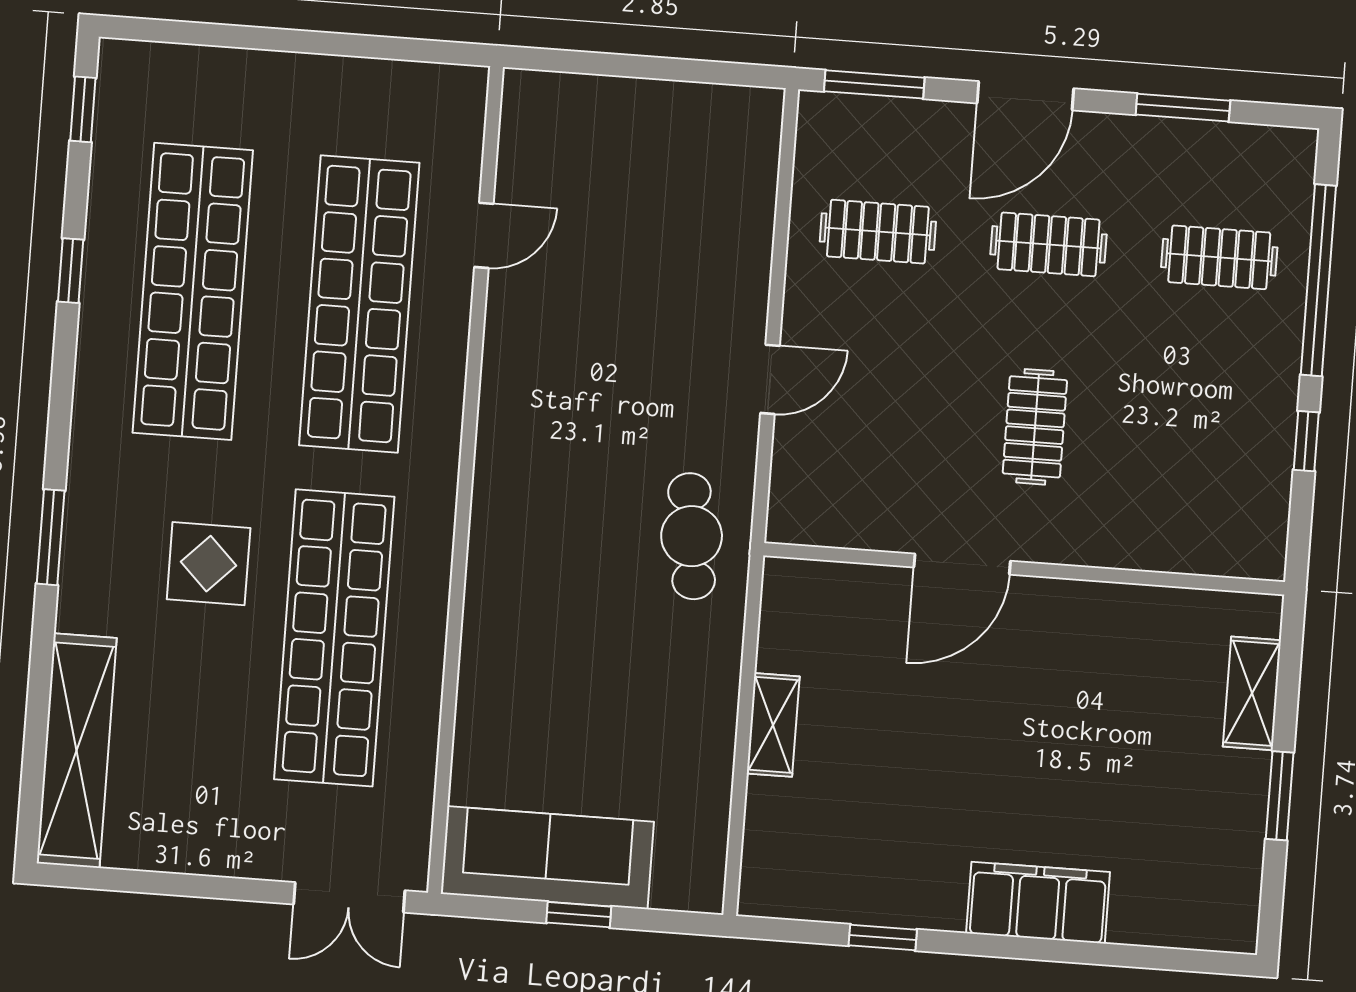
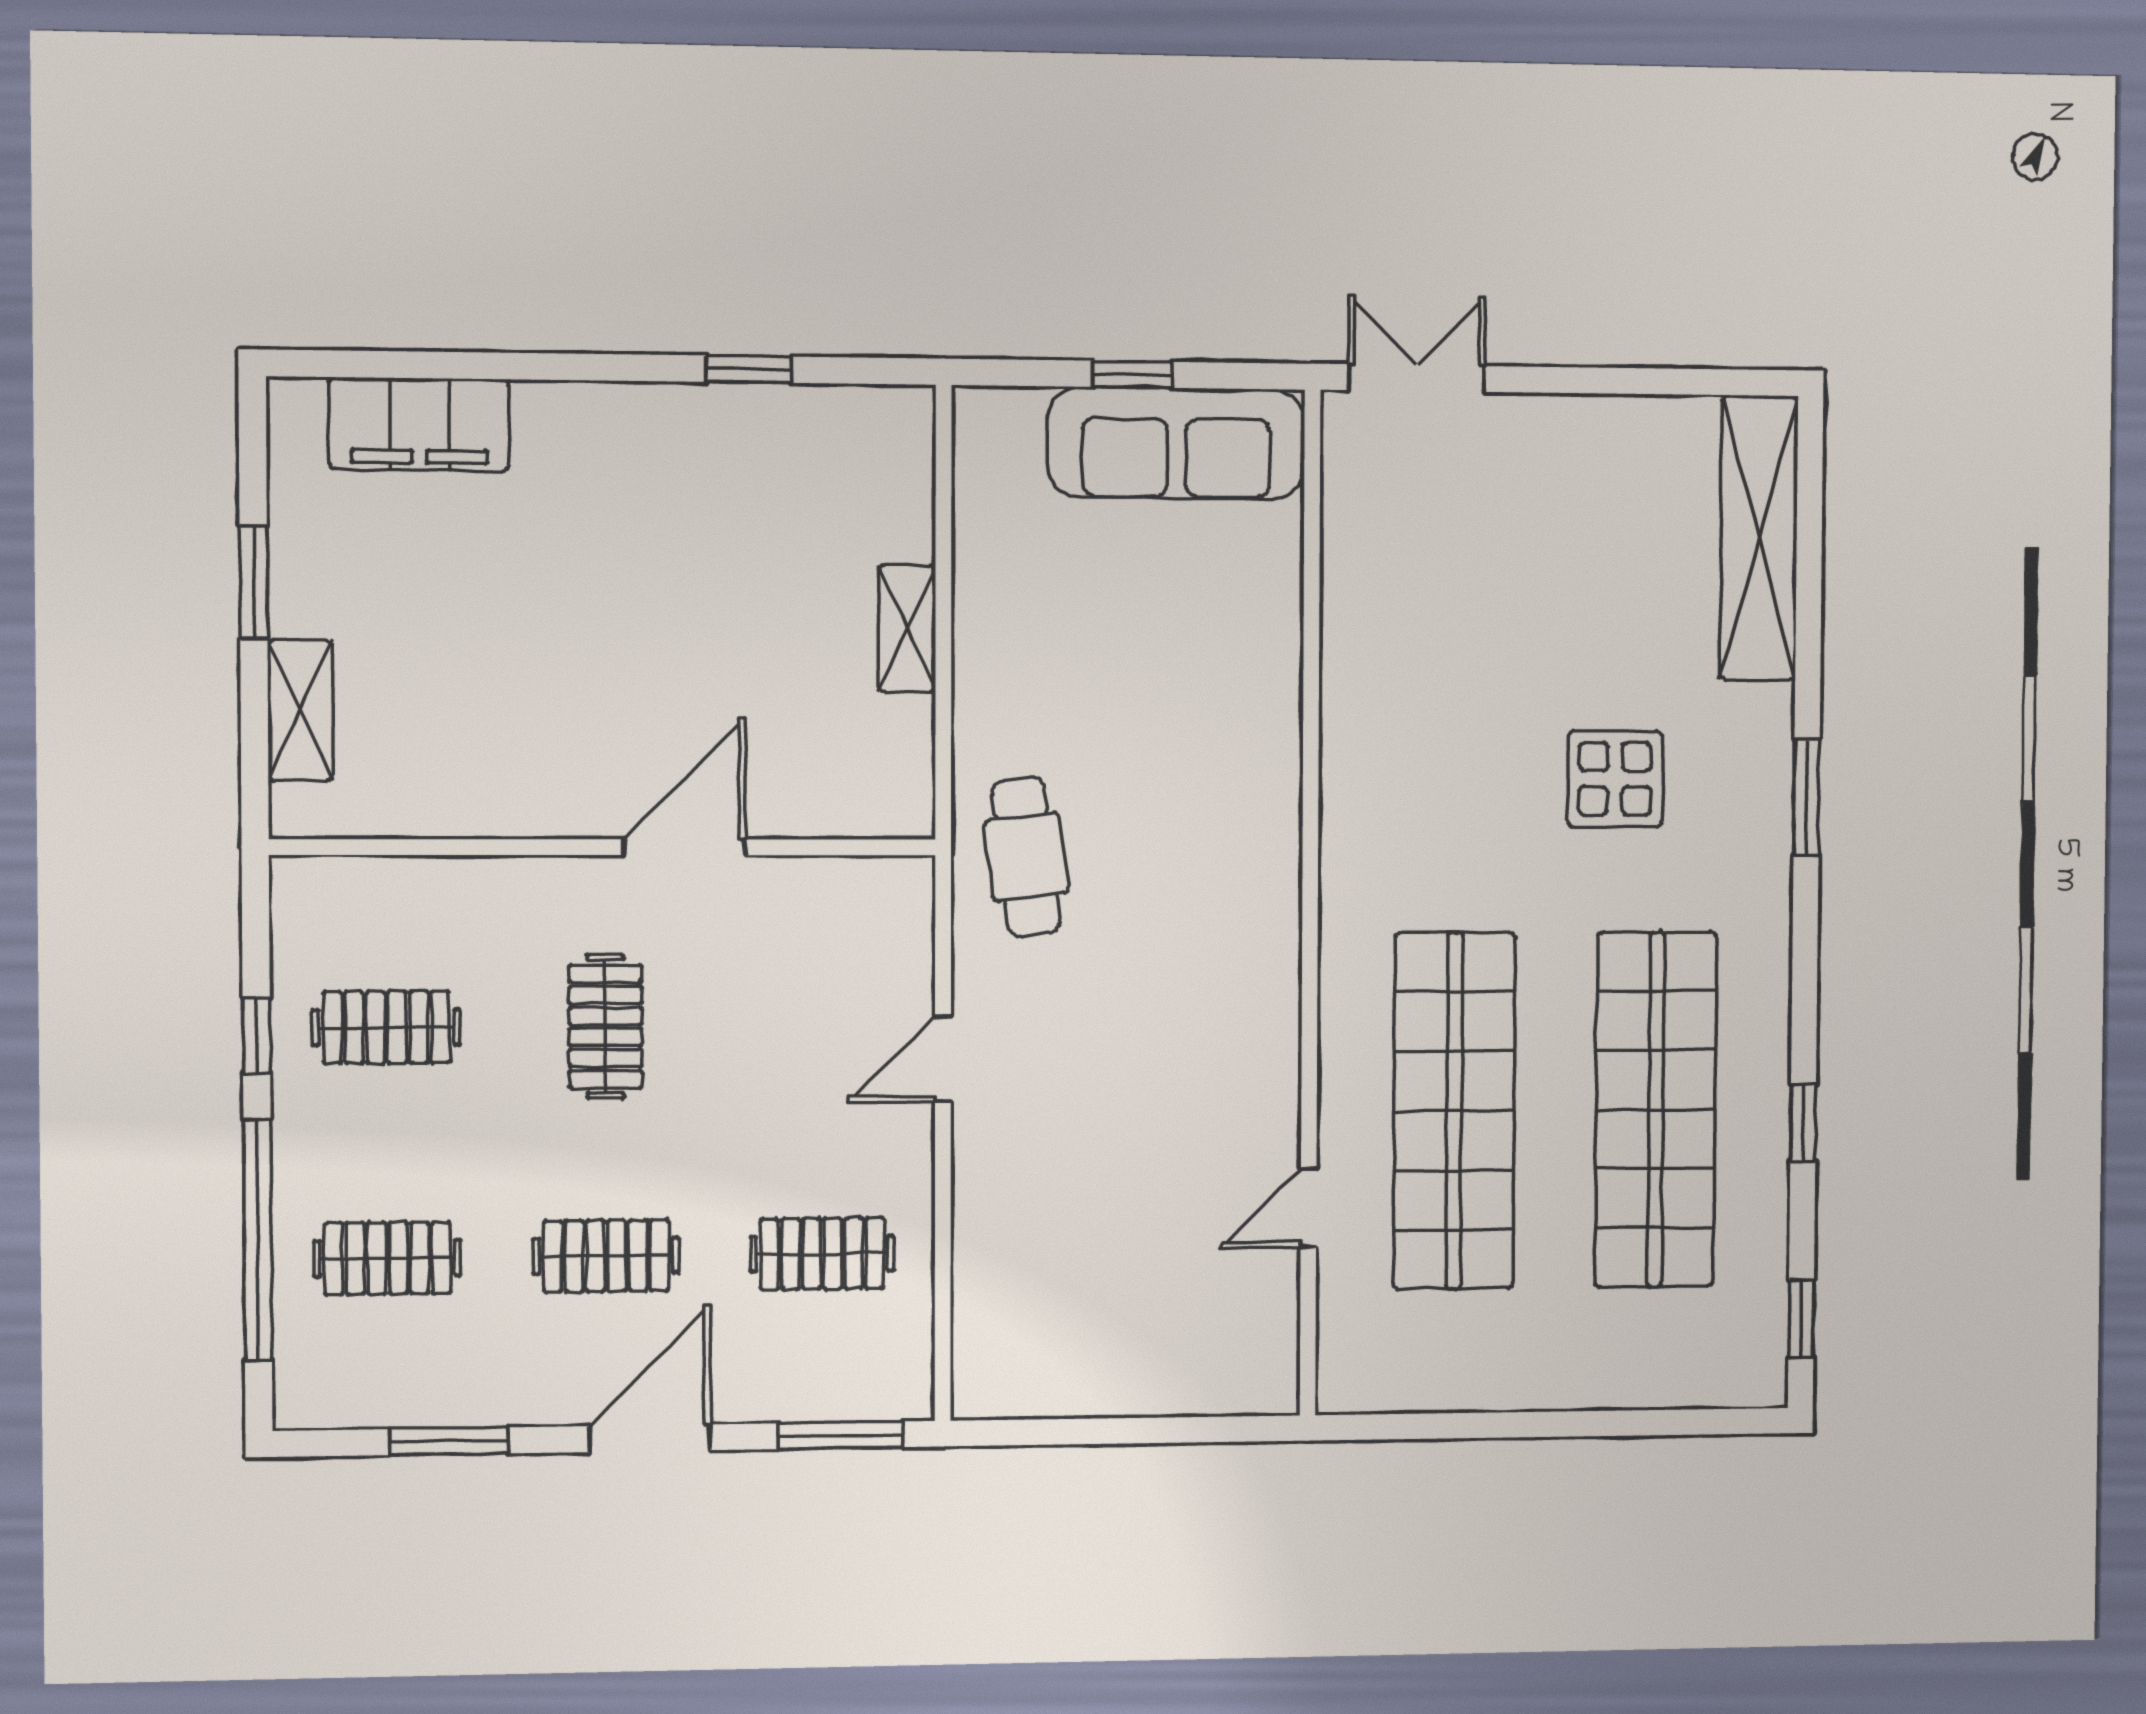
clothes rail: (1206, 440) -> (386, 1027), added
shop shelf: (334, 638) -> (1457, 698), removed
filing cabinet: (1038, 903) -> (419, 424), moved

